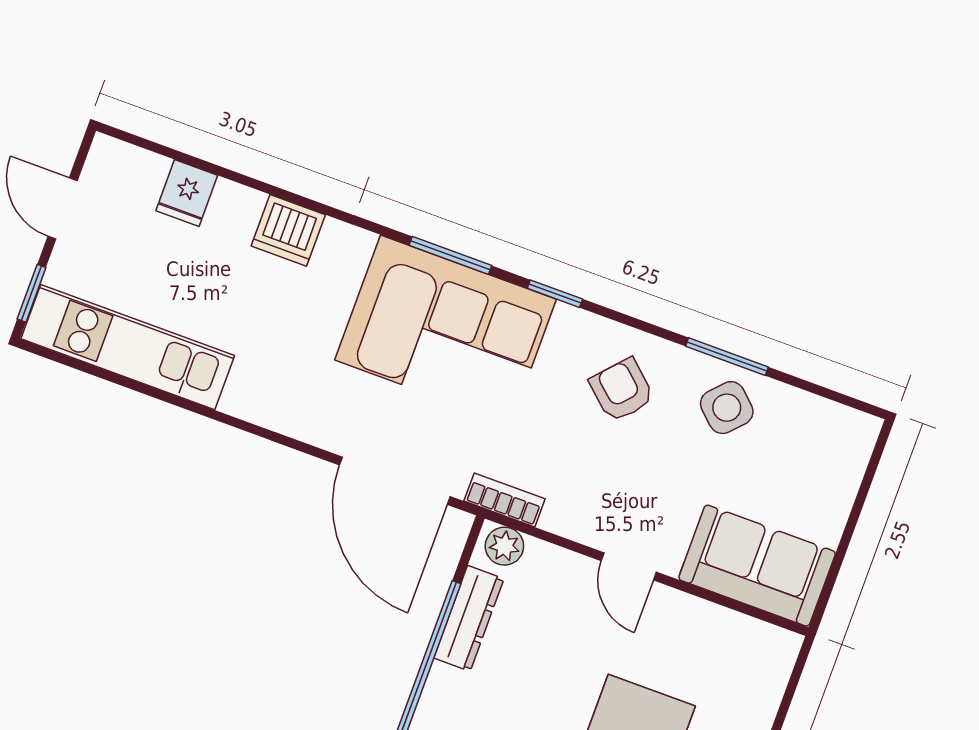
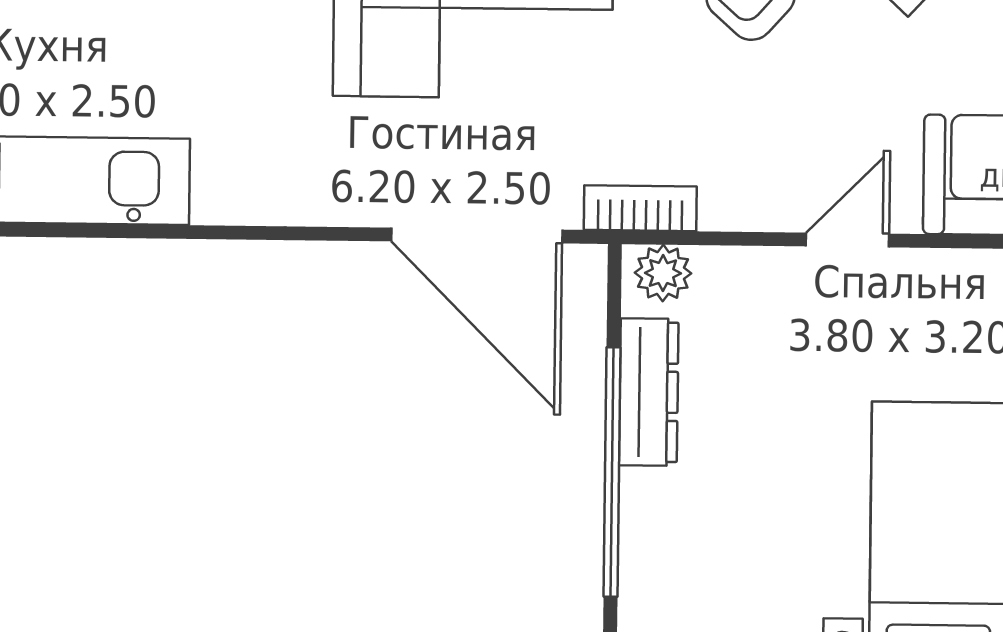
door: (629, 566) -> (848, 240), swing flipped

